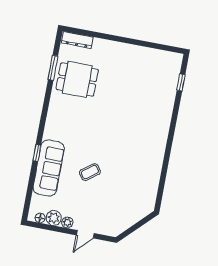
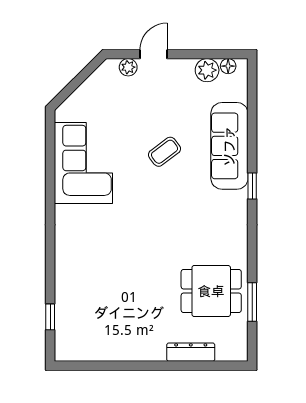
dresser: (77, 40) -> (191, 352), moved
window: (37, 153) -> (252, 186), moved
corner sofa: (142, 175) -> (83, 163), added
plant: (67, 222) -> (128, 67), moved

